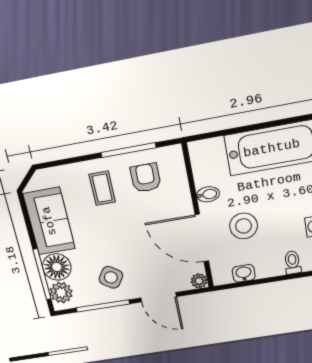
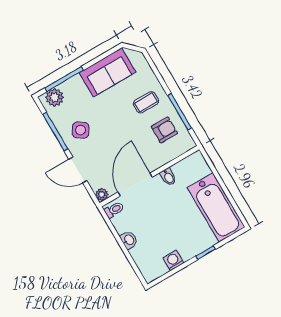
stool: (244, 226) -> (155, 210), removed
toilet: (293, 262) -> (114, 210), moved
floor lamp: (57, 267) -> (74, 88), removed
washbasin: (244, 273) -> (129, 240), moved
door: (159, 297) -> (78, 170), hinge flipped

